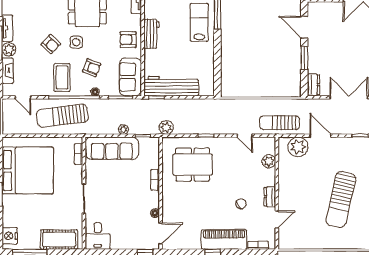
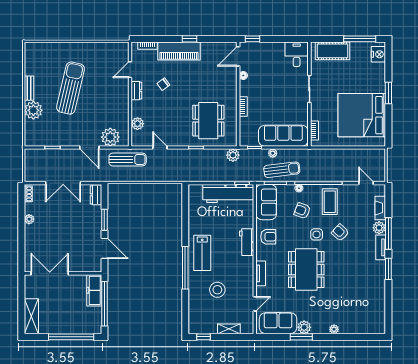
sun lounger: (62, 116) -> (282, 170), moved, width x0.73, depth x0.75
dining table: (193, 165) -> (208, 121), turned 90

